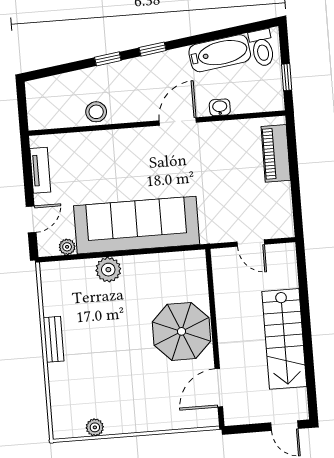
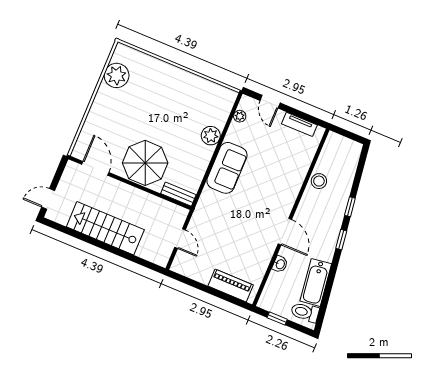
sofa: (137, 225) -> (227, 168), width x0.54, depth x0.79
door: (251, 243) -> (180, 239), swing flipped
bench: (53, 339) -> (178, 194), moved
plant: (95, 427) -> (117, 75), width x1.87, depth x1.87

